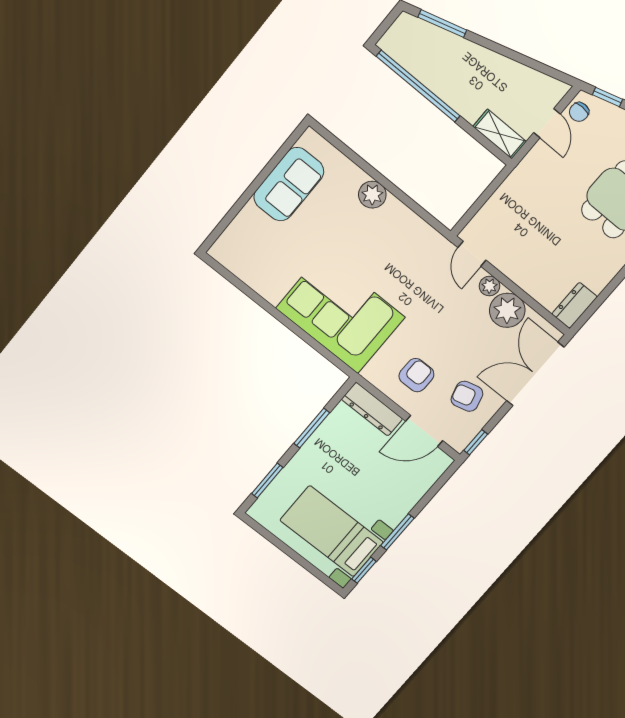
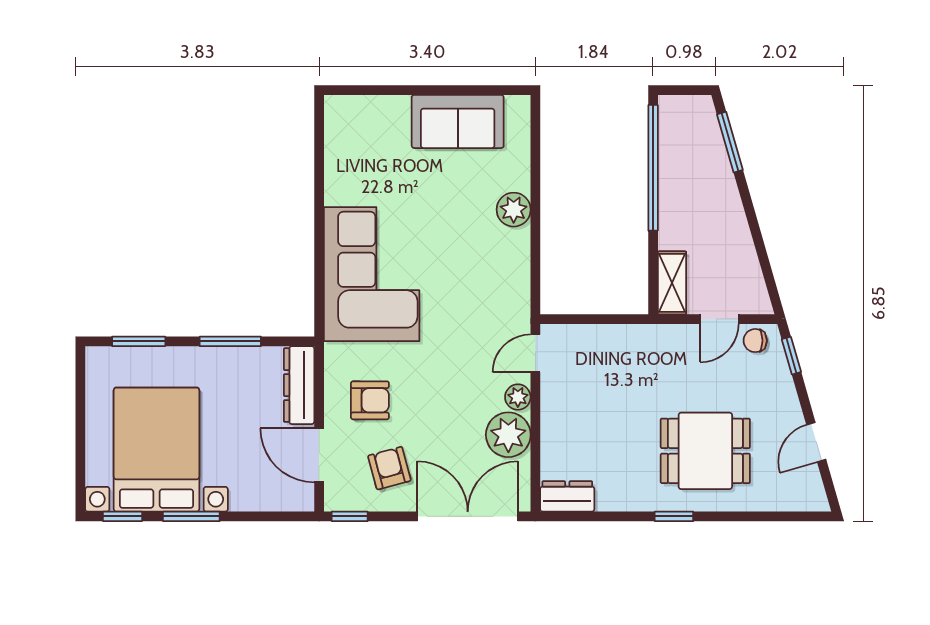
bed with nightstands: (332, 531) -> (156, 450), width x1.36

